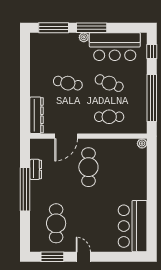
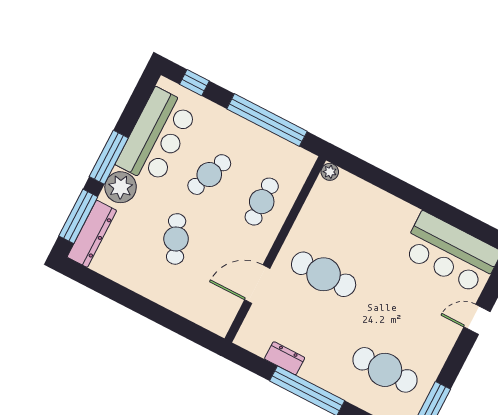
plant: (84, 37) -> (121, 187), width x1.88, depth x1.88
cafe table: (68, 83) -> (176, 239), turned -36
dresser: (37, 115) -> (92, 234), moved, turned 90
door: (66, 136) -> (257, 284), swing flipped
door: (83, 257) -> (477, 319), moved

